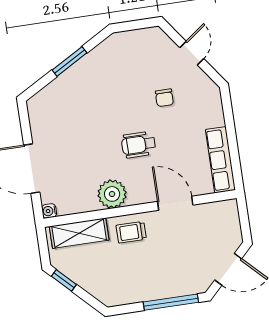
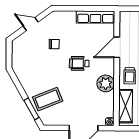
window: (69, 61) -> (31, 109), moved
coffee table: (71, 101) -> (48, 99), added
wheelchair: (139, 145) -> (79, 63), turned 90

